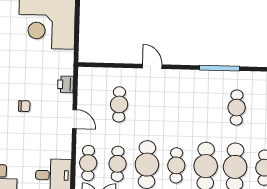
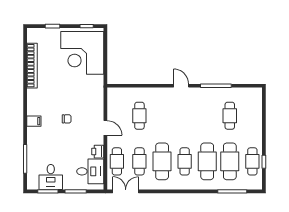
door: (152, 66) -> (181, 86), moved
printer: (66, 84) -> (98, 152), moved

